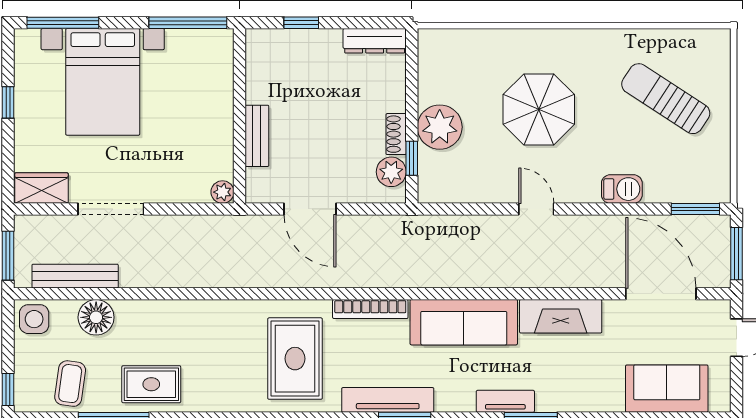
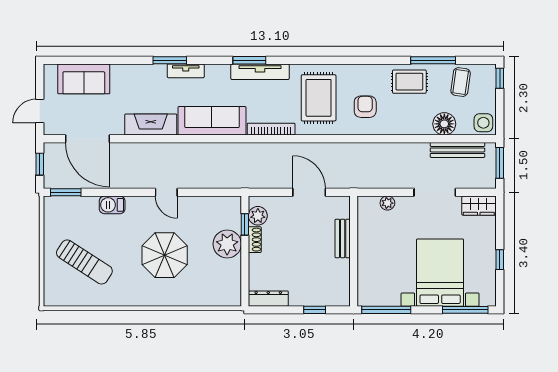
plant: (222, 192) -> (387, 203), moved
window: (736, 254) -> (40, 164), width x0.67
armchair: (221, 345) -> (365, 107), added

